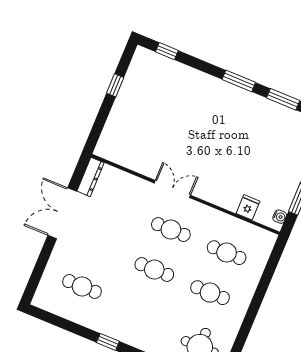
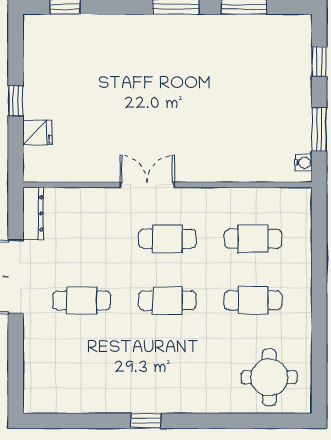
window: (115, 85) -> (16, 101), moved
fridge: (248, 207) -> (38, 133), moved, turned 90
cafe table: (82, 286) -> (82, 300), moved

